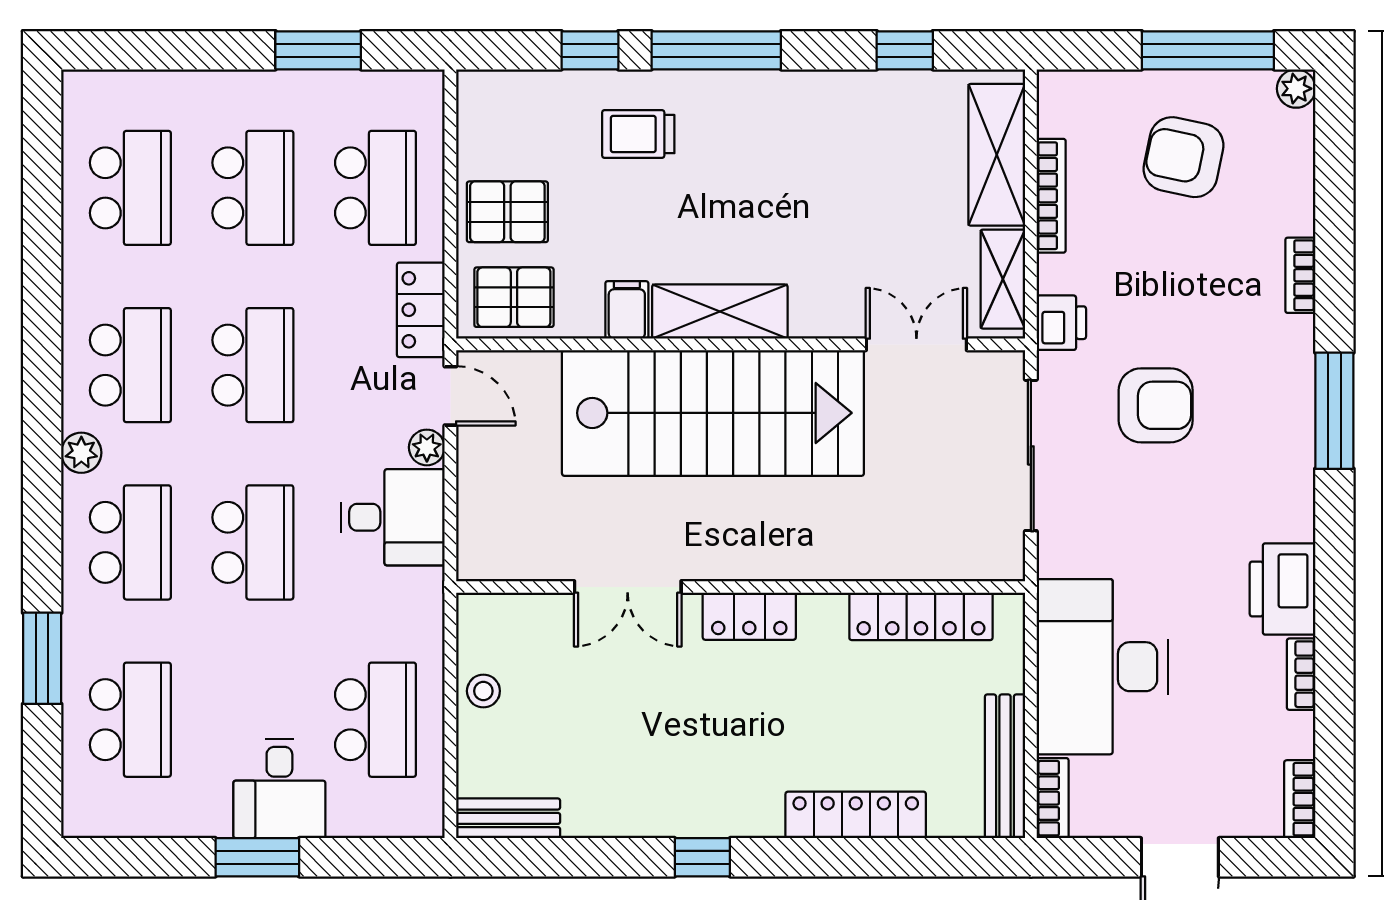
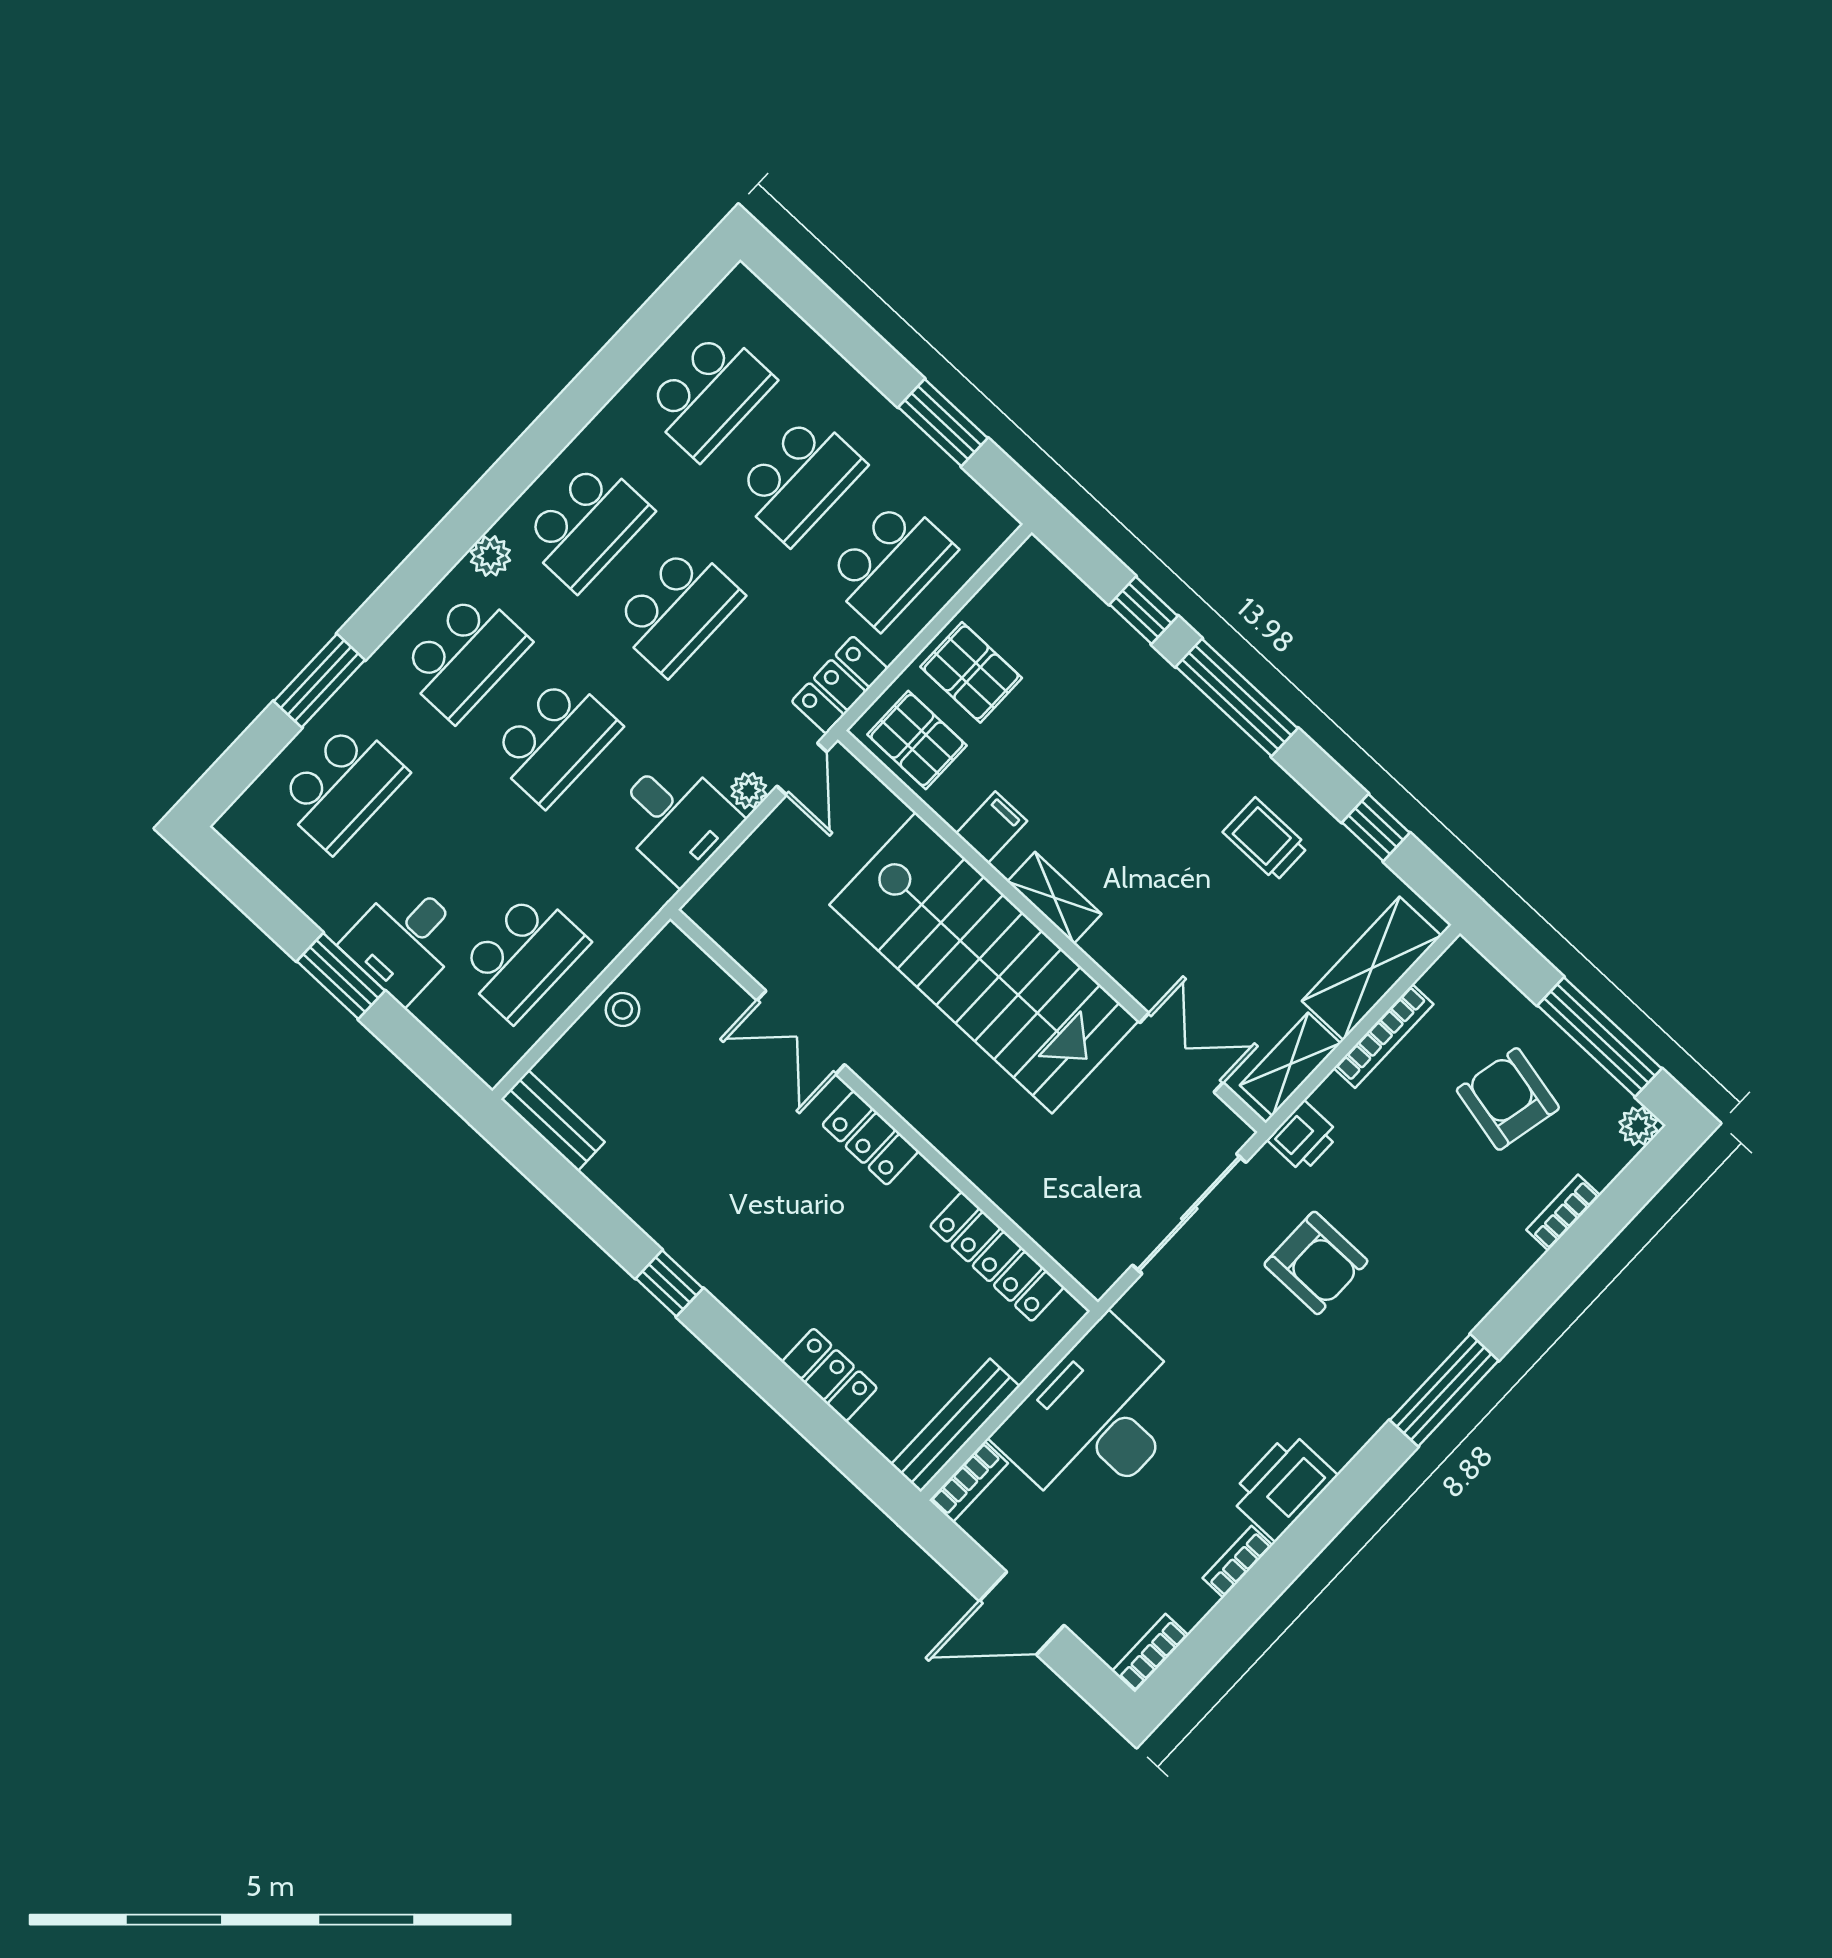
trolley: (638, 134) -> (1266, 839), moved
bookcase: (1300, 275) -> (1563, 1213), moved
shelving: (720, 312) -> (1054, 898), width x0.67, depth x0.75
locker: (856, 815) -> (830, 1375), width x0.66

